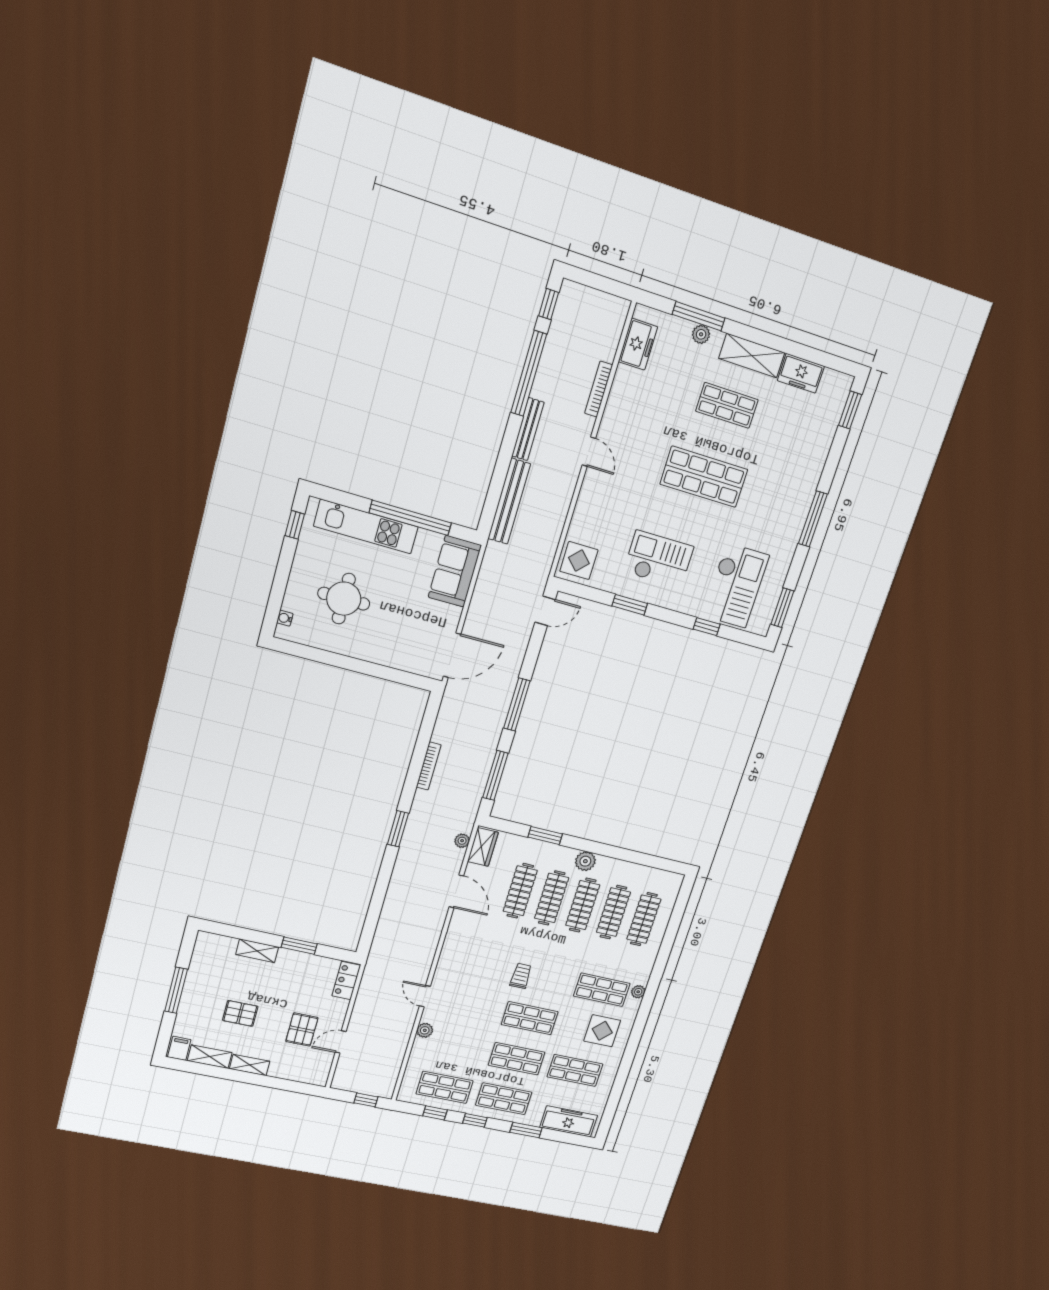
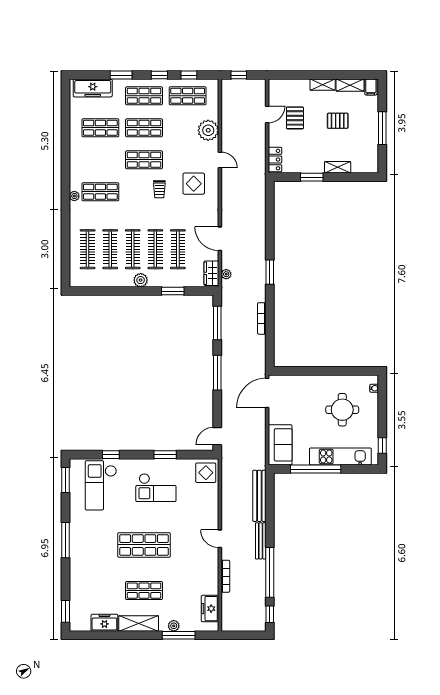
plant: (425, 1030) -> (208, 130), width x1.88, depth x1.88
display table: (602, 1031) -> (194, 184), moved

